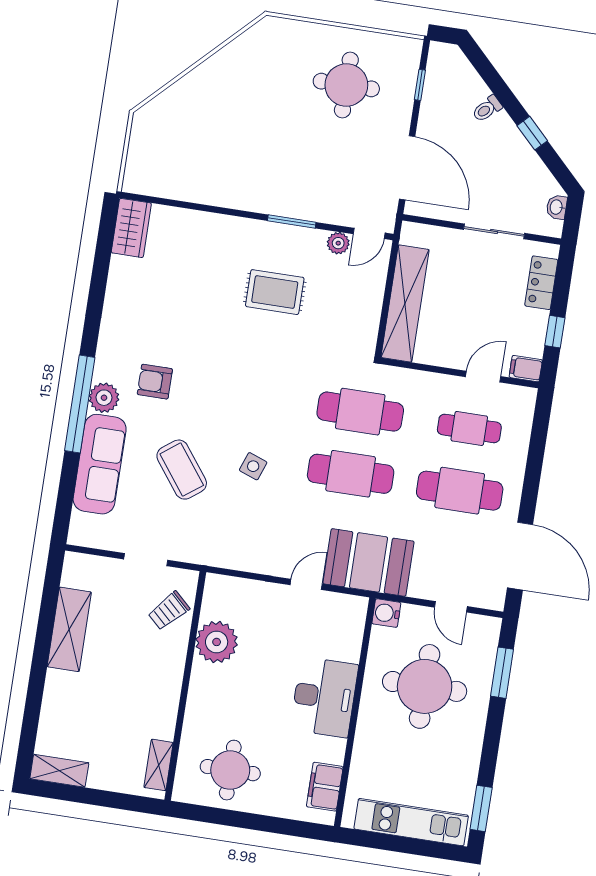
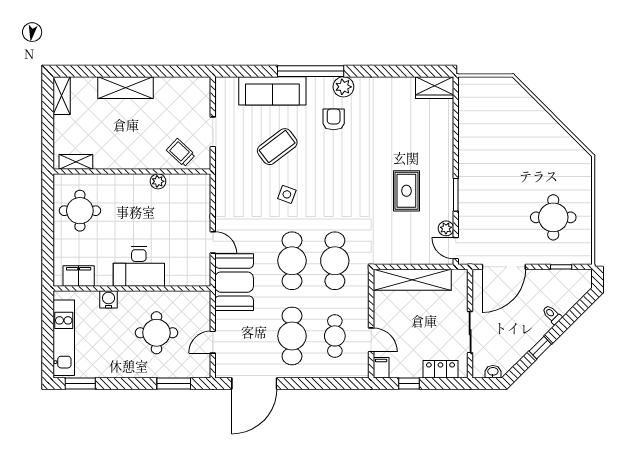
plant: (104, 398) -> (343, 87), moved
water cooler: (386, 613) -> (109, 299), moved
shelving: (69, 629) -> (126, 88), moved
plant: (217, 642) -> (158, 181), width x0.53, depth x0.53
round table: (425, 686) -> (156, 333), width x0.73, depth x0.73

